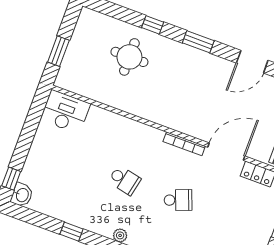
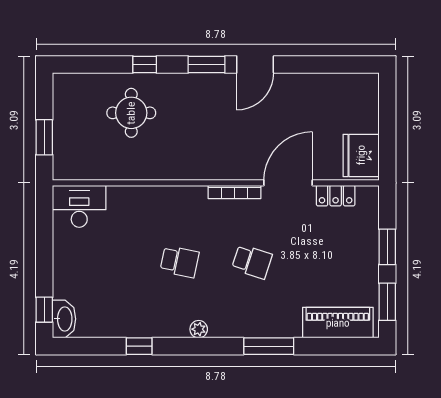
door: (252, 62) -> (255, 65), moved
washbasin: (22, 195) -> (64, 319), width x1.38
school desk: (178, 200) -> (252, 262), turned 39

